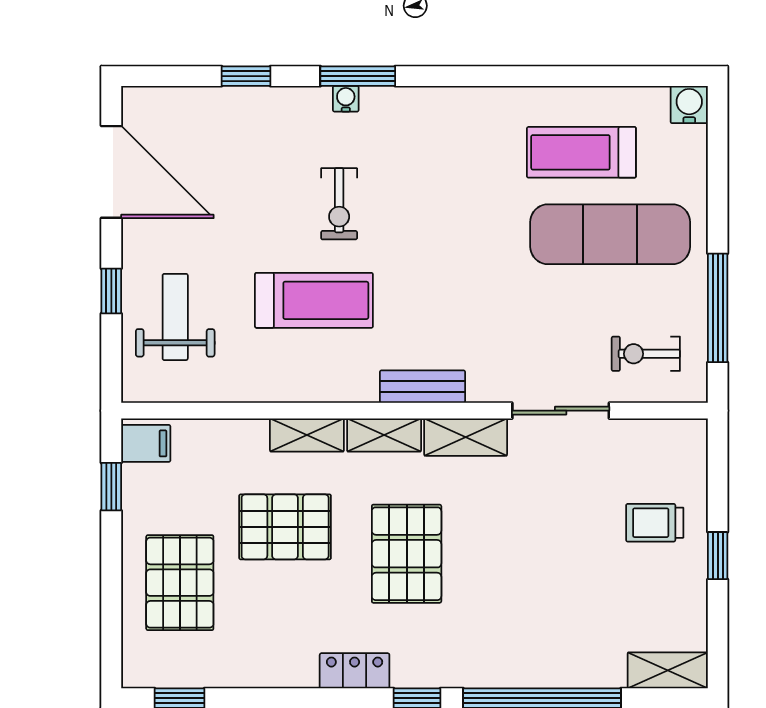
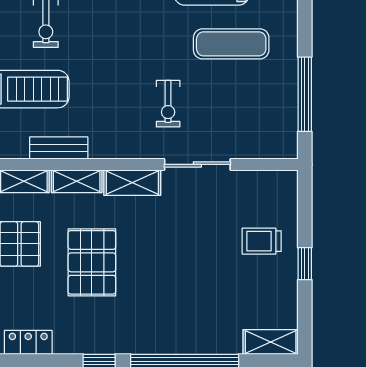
exercise mat: (610, 234) -> (231, 44), width x0.73, depth x0.69
exercise bike: (646, 354) -> (168, 104), moved, turned -90
bench: (422, 387) -> (59, 148), moved
locker: (355, 671) -> (28, 342), moved

